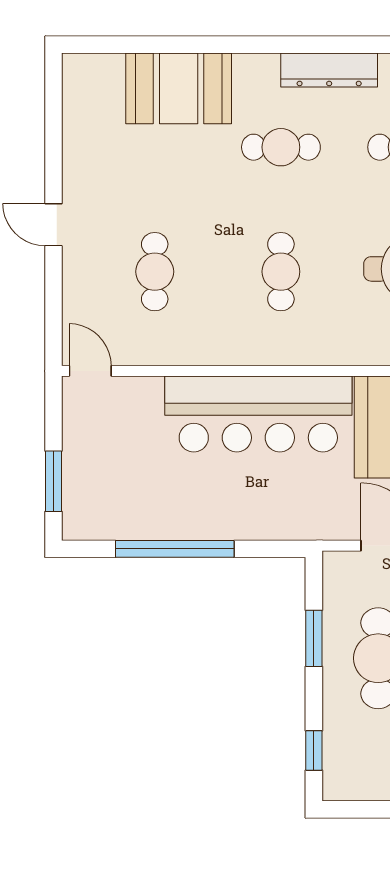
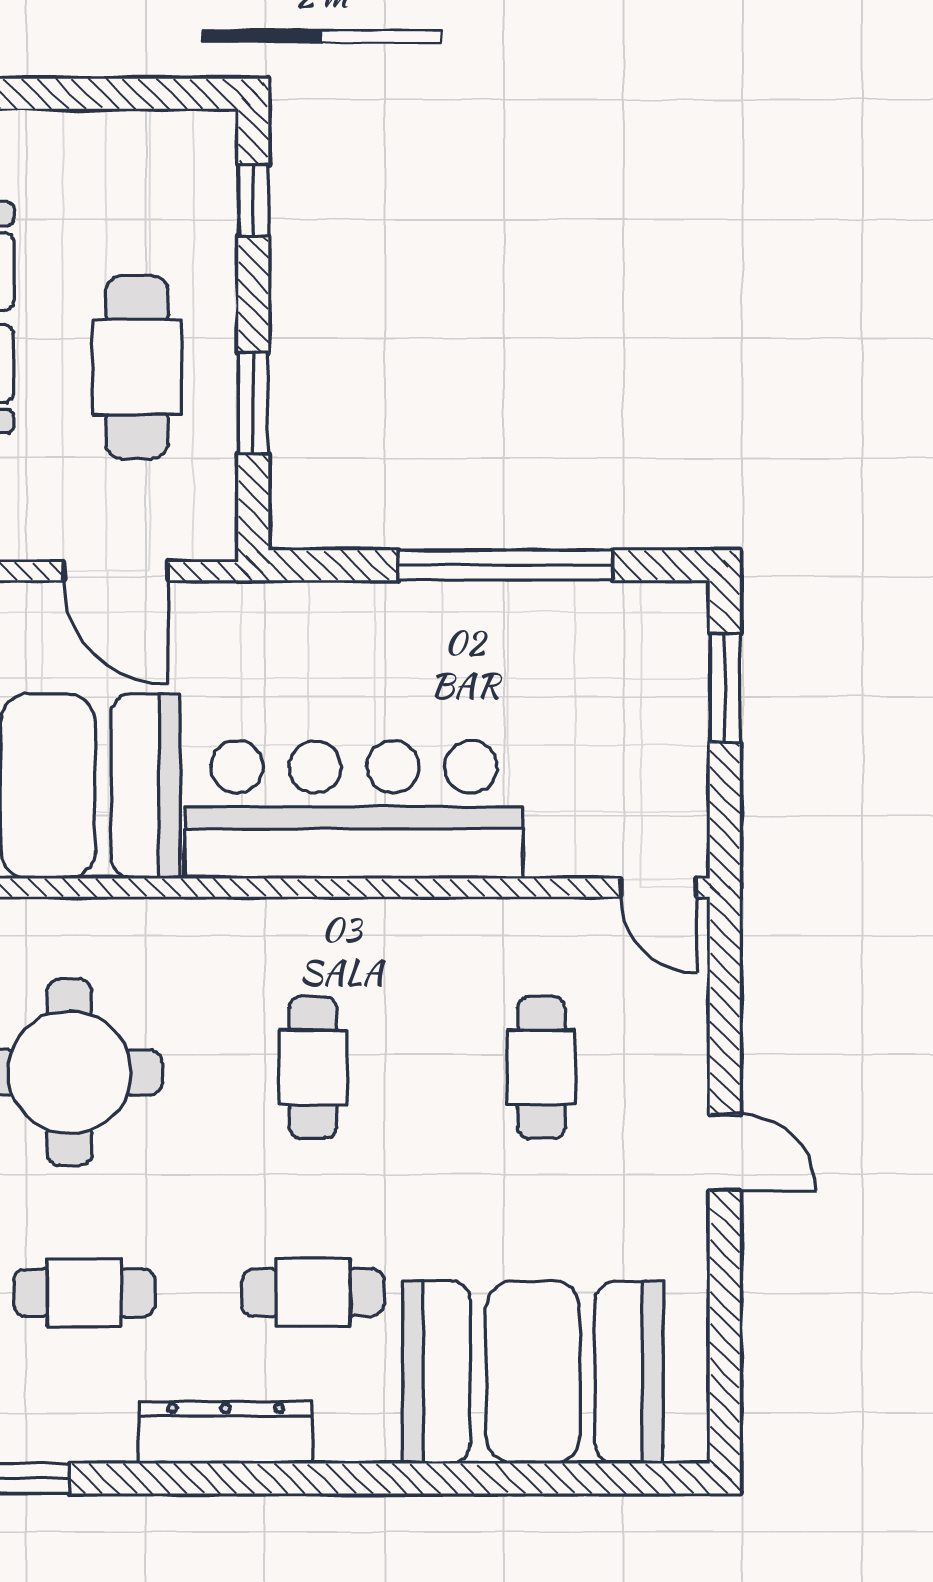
booth: (179, 88) -> (533, 1372), width x1.36, depth x1.42

